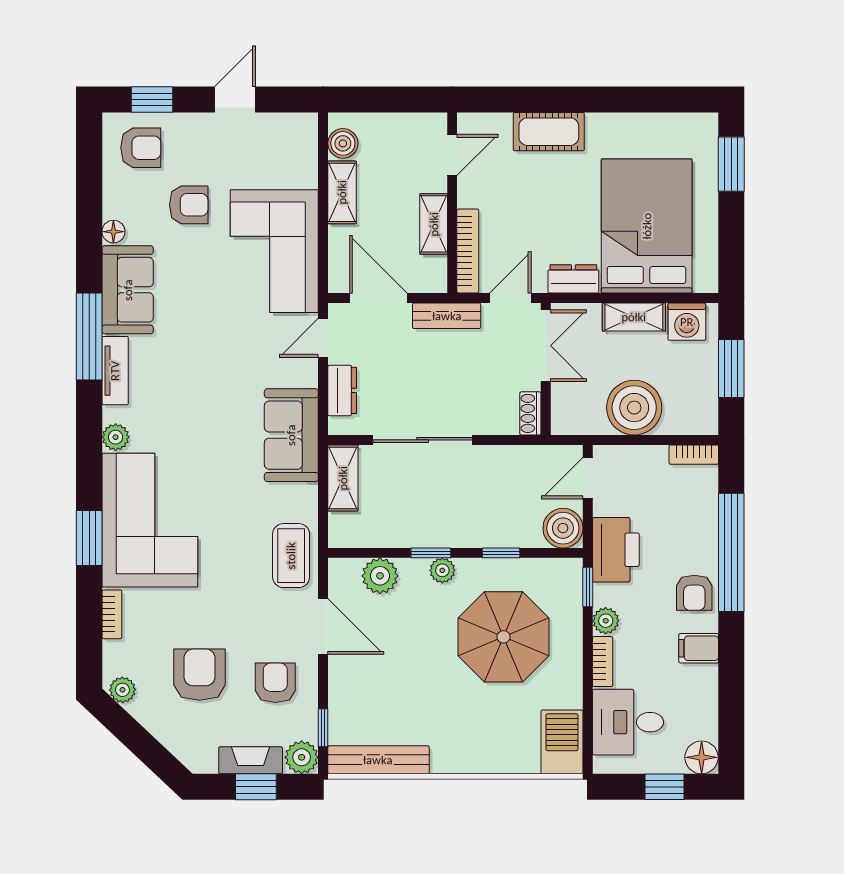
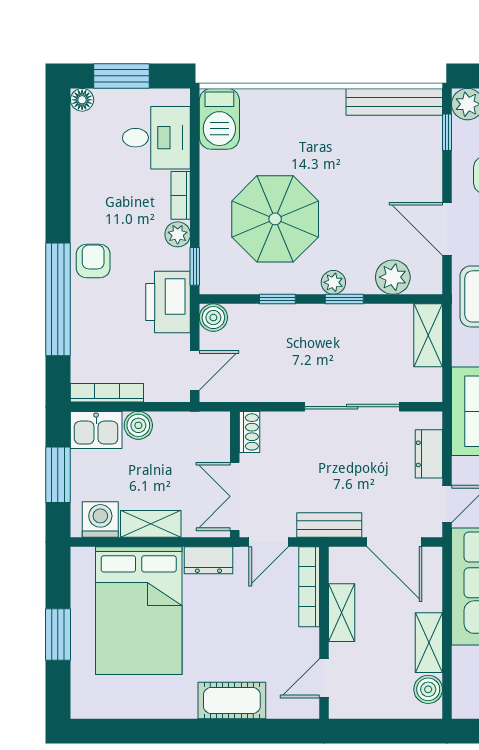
window: (731, 164) -> (58, 635), moved
boiler: (634, 408) -> (138, 425), width x0.54, depth x0.54
kitchen sink: (691, 415) -> (96, 430), added
bookcase: (694, 455) -> (107, 393), width x1.56
shelving: (343, 478) -> (428, 335), moved
boiler: (563, 528) -> (213, 318), width x0.73, depth x0.73
filing cabinet: (699, 648) -> (89, 208), removed
floor lamp: (702, 757) -> (82, 100), width x0.73, depth x0.73
window: (665, 787) -> (122, 76), width x1.50

